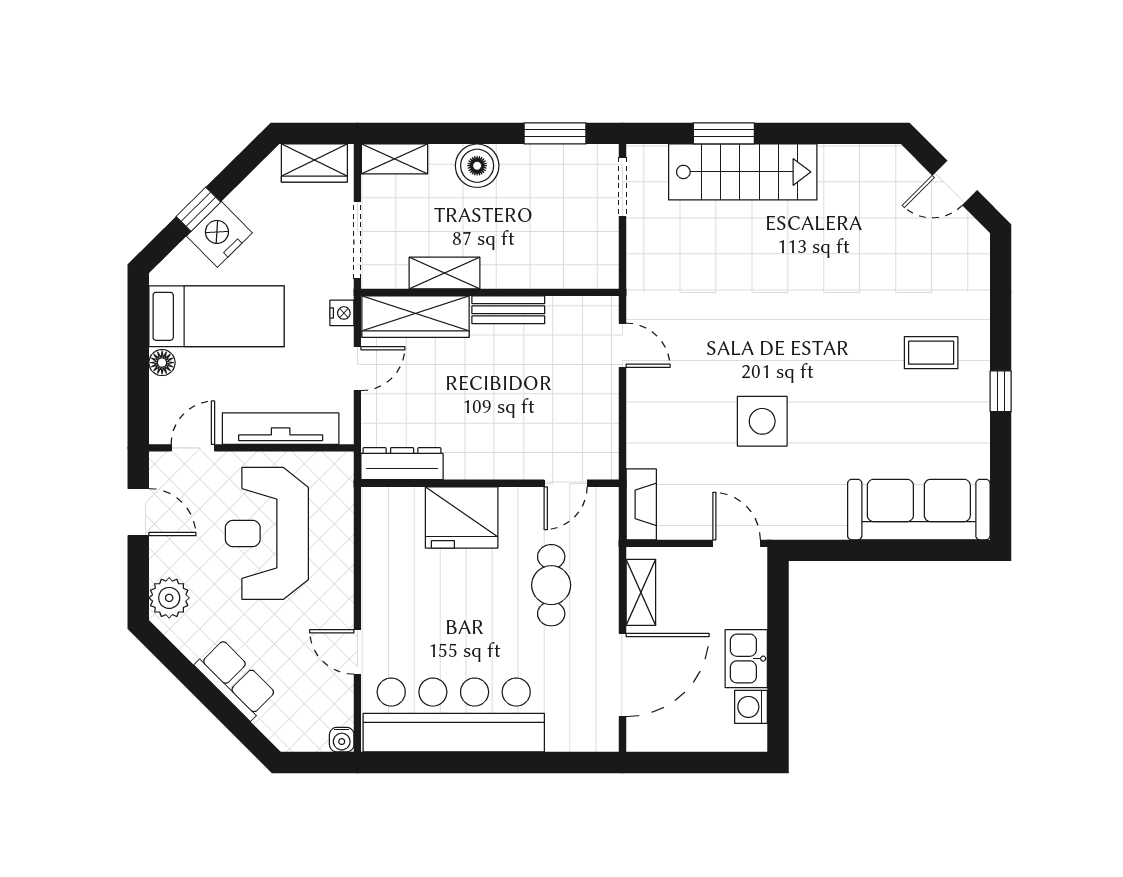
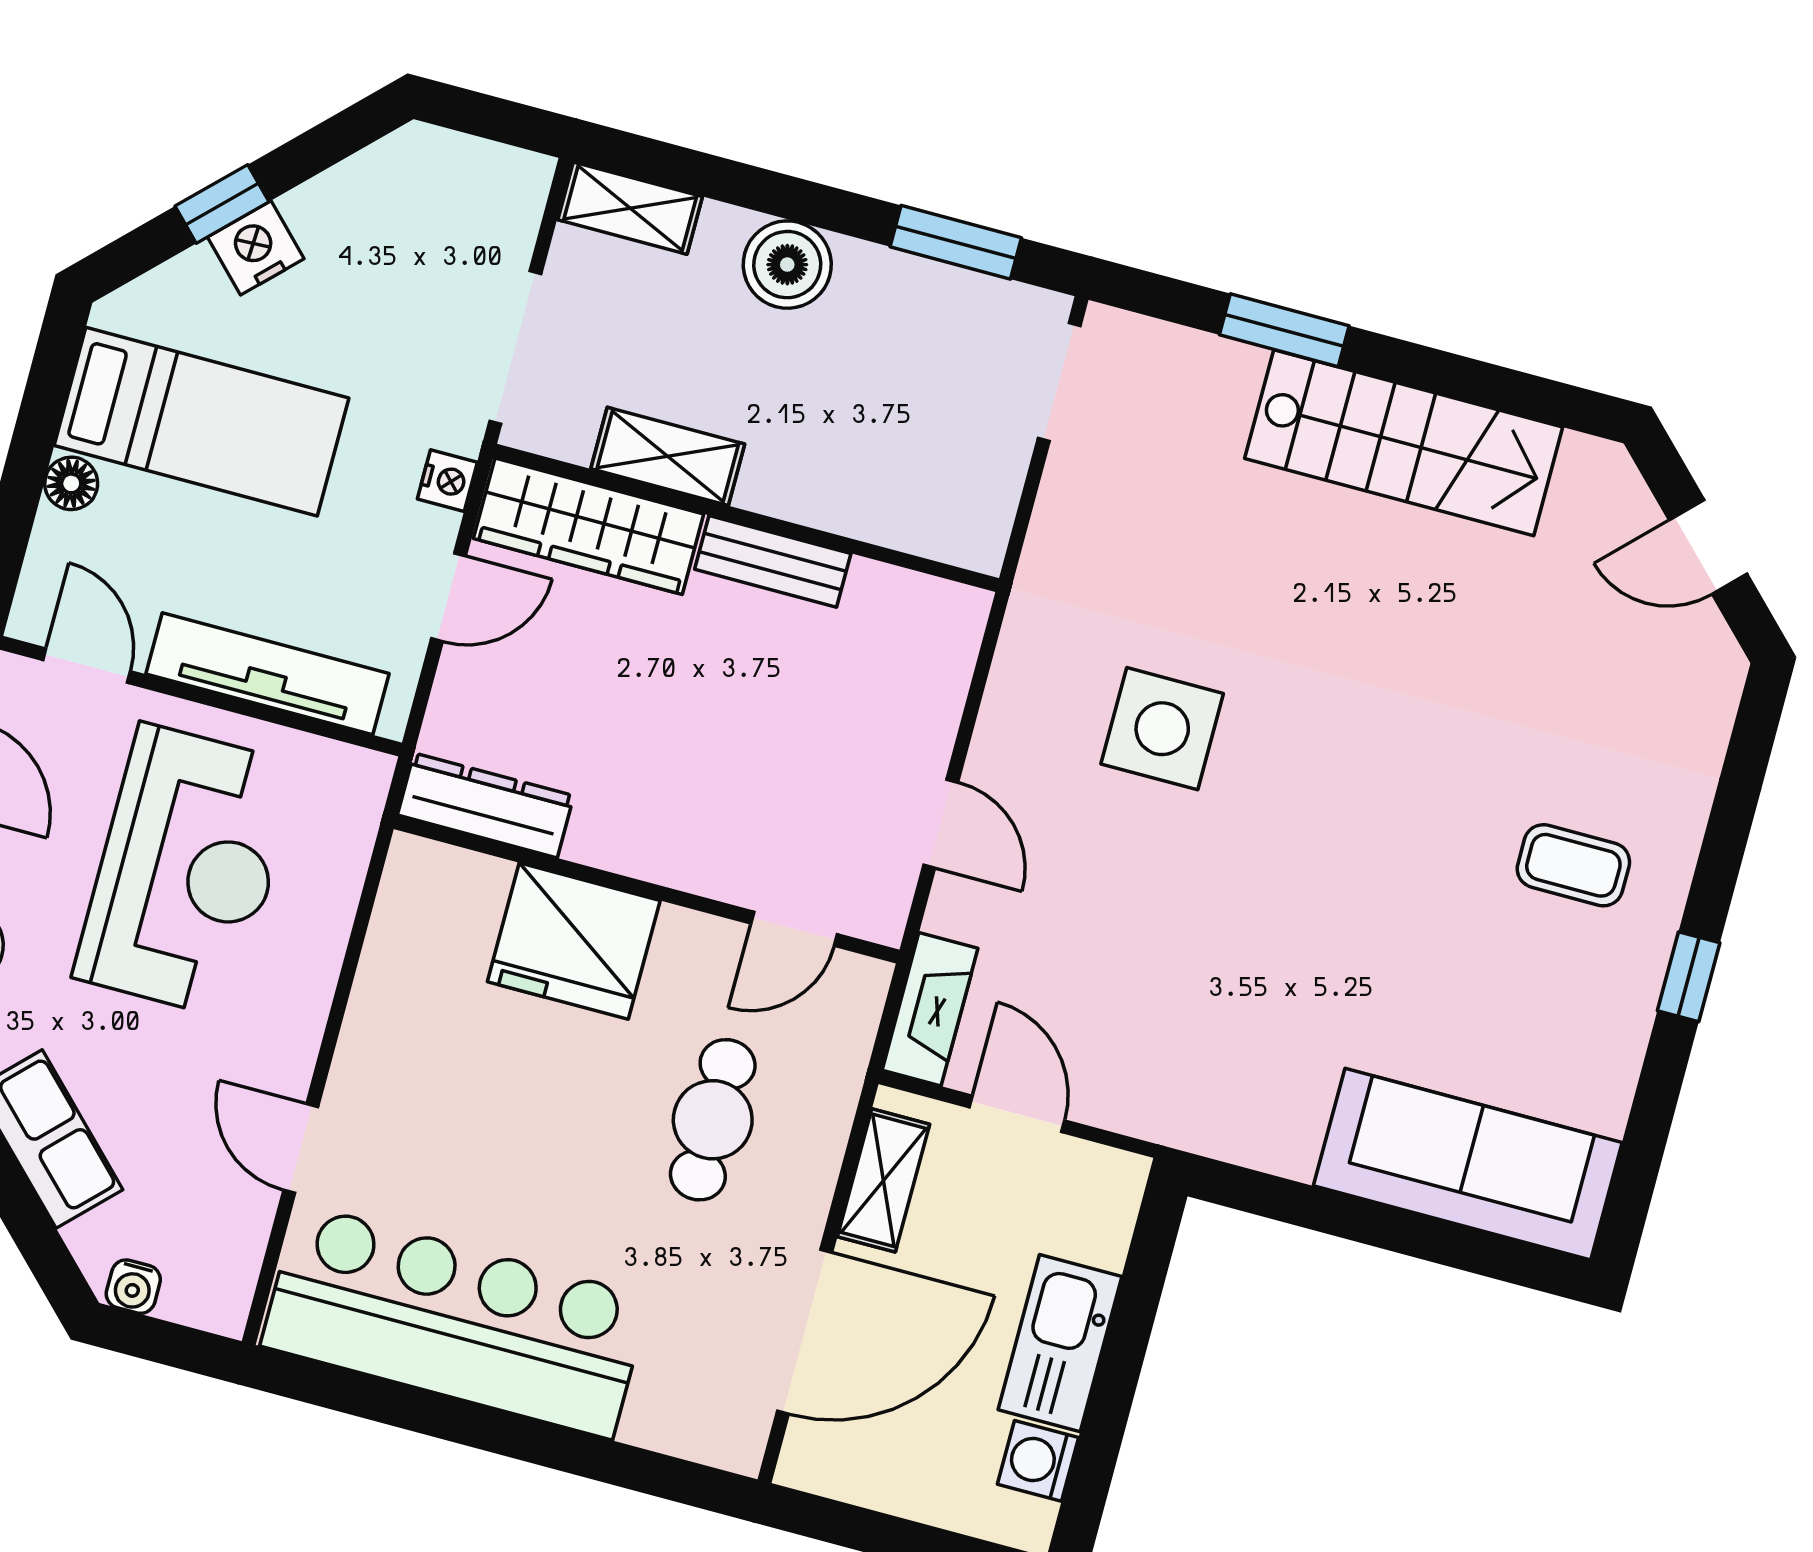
wardrobe: (314, 163) -> (472, 175), removed
stairs: (743, 172) -> (1404, 443), moved
nightstand: (219, 234) -> (256, 248), width x0.74, depth x0.75
door: (622, 345) -> (941, 824), moved
side table: (762, 421) -> (1162, 729), moved
door: (193, 448) -> (87, 666), hinge flipped
reception desk: (267, 533) -> (186, 871), turned 180
door: (737, 543) -> (1017, 1114), moved
kitchen sink: (746, 659) -> (1060, 1343), width x1.38
water cooler: (342, 740) -> (133, 1287), moved

